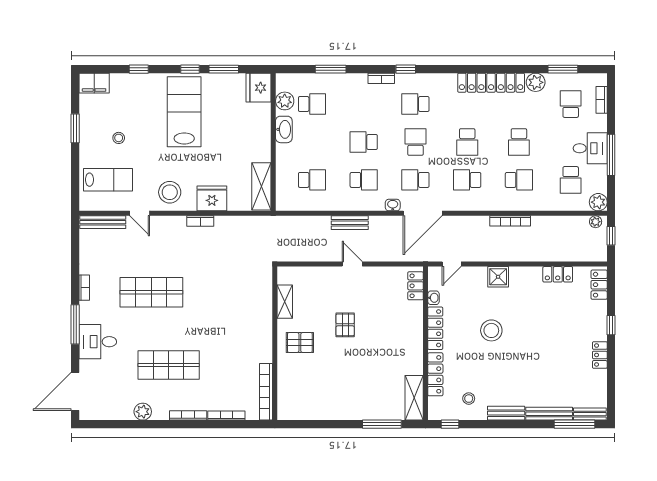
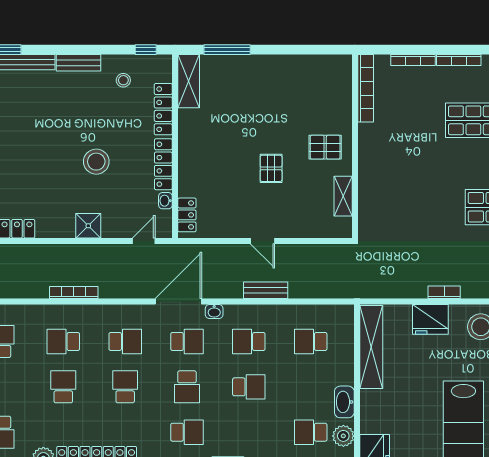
shelving: (261, 186) -> (371, 347), width x1.47

